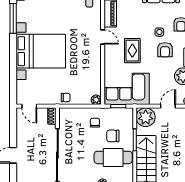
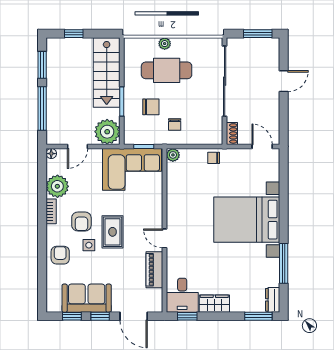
armchair: (165, 50) -> (81, 222), turned 180
rug: (132, 51) -> (113, 232), moved
cafe table: (113, 157) -> (167, 70), moved

